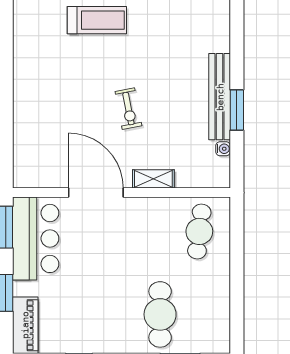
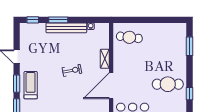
window: (237, 25) -> (33, 20), added
window: (237, 110) -> (58, 20), moved
cafe table: (160, 314) -> (168, 84), moved

